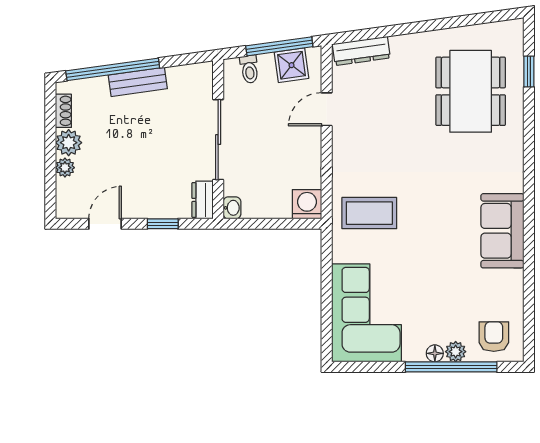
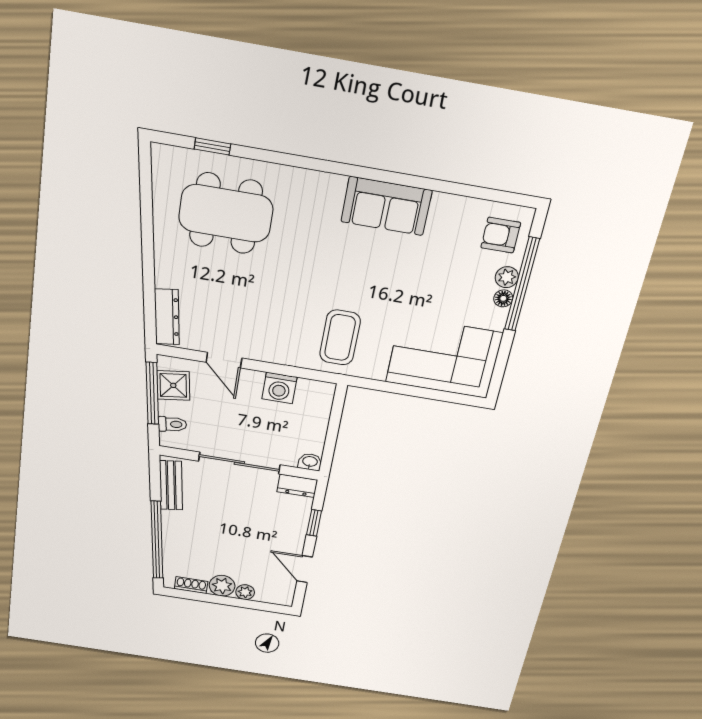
bench: (138, 82) -> (171, 485), moved
washing machine: (307, 204) -> (279, 388), moved, turned -90

